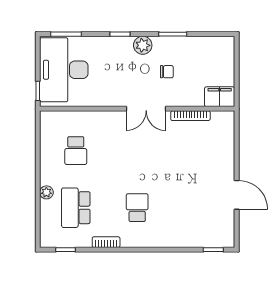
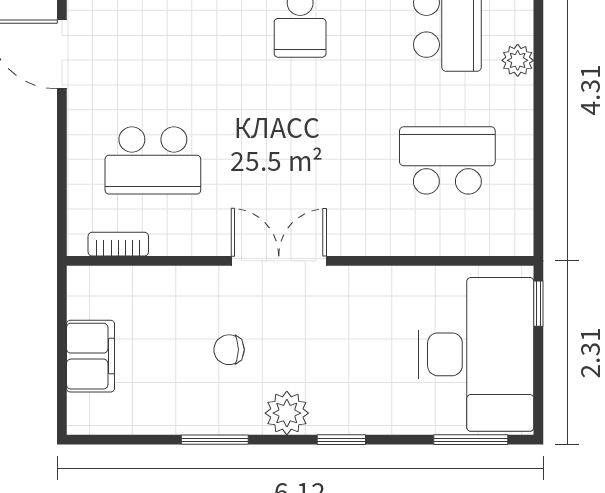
filing cabinet: (220, 97) -> (91, 356), moved, turned -90
bookcase: (190, 116) -> (118, 244), moved, width x0.64
school desk: (76, 151) -> (447, 160), width x1.85
school desk: (199, 151) -> (153, 160), added

